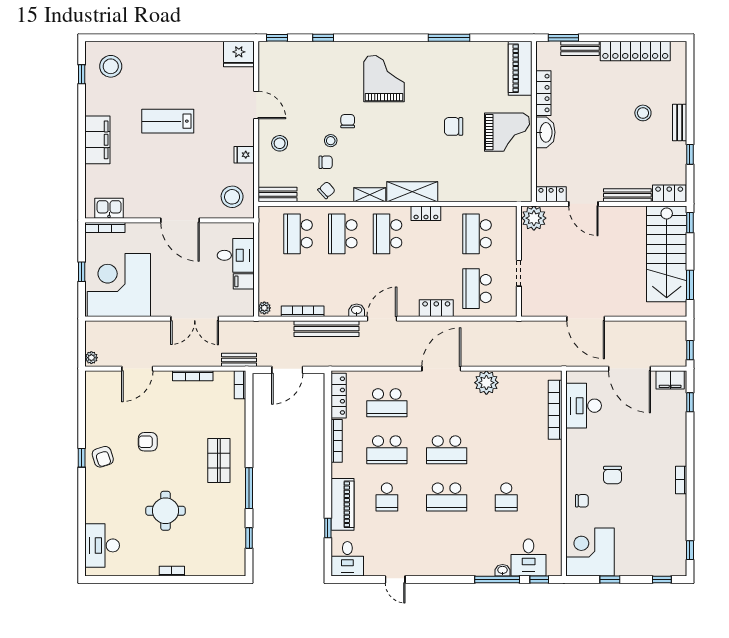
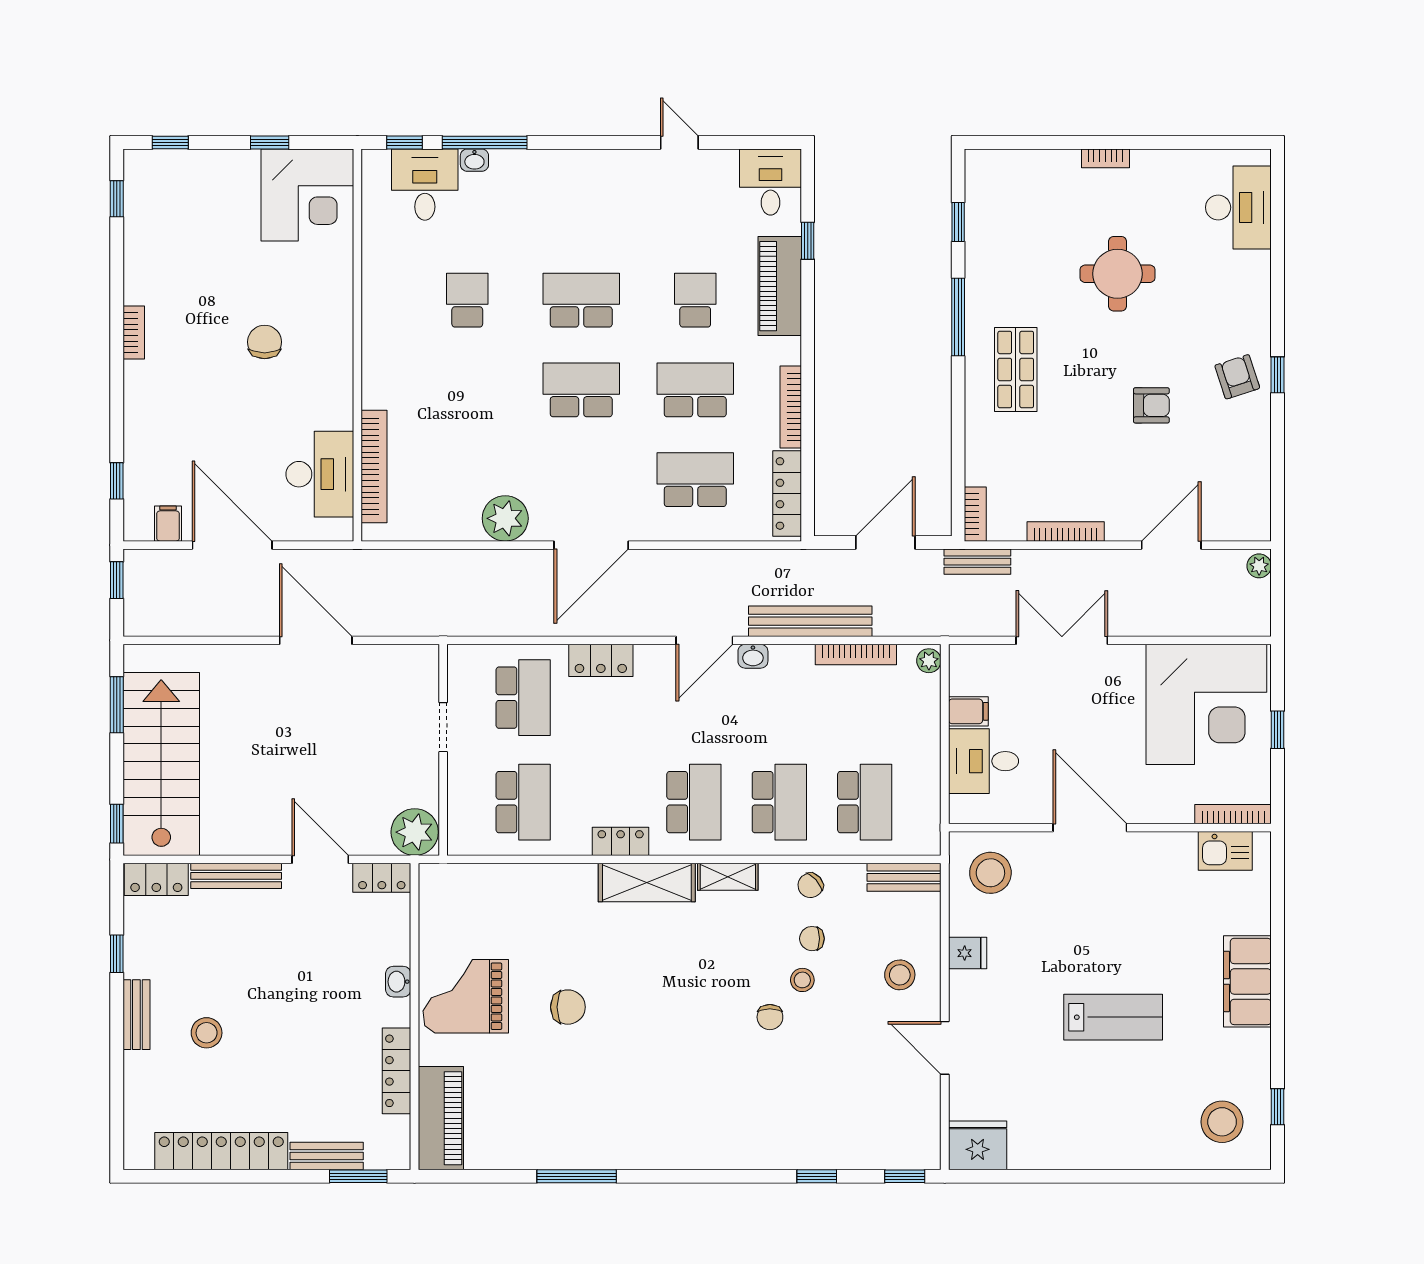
grand piano: (384, 79) -> (701, 1098), removed
washbasin: (545, 132) -> (398, 982), width x0.52, depth x0.69
filing cabinet: (670, 380) -> (168, 524), width x0.50
chair: (582, 501) -> (323, 293), removed

